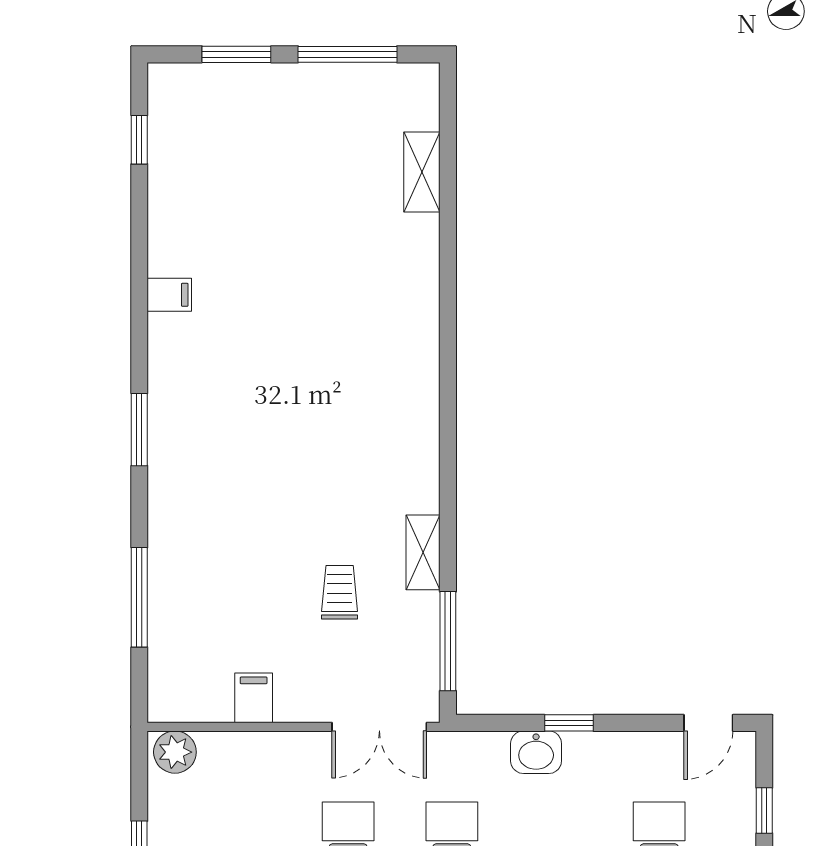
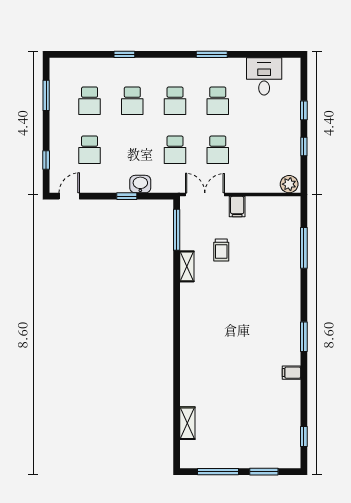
window: (139, 430) -> (304, 337), moved
filing cabinet: (254, 698) -> (237, 206), moved

